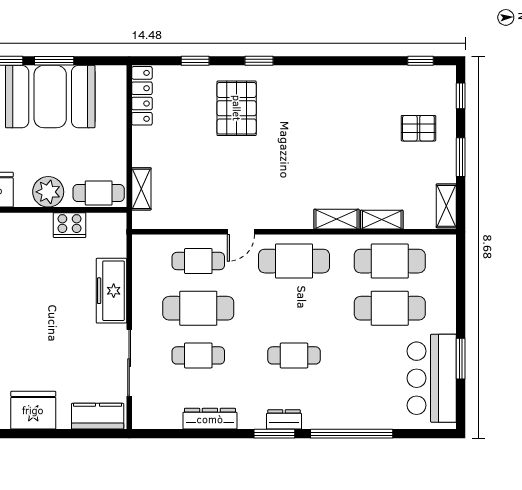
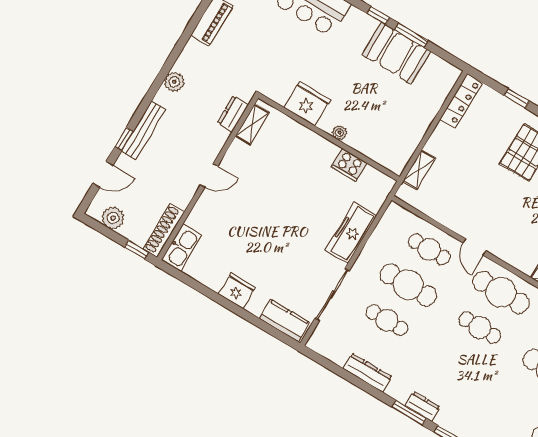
booth: (50, 97) -> (396, 53), width x0.73, depth x0.70
plant: (48, 192) -> (339, 133), width x0.53, depth x0.53
cafe table: (99, 193) -> (385, 154), removed
door: (241, 232) -> (474, 247), hinge flipped
cafe table: (294, 355) -> (480, 328), moved
fridge: (33, 410) -> (237, 291), width x0.73, depth x0.75

